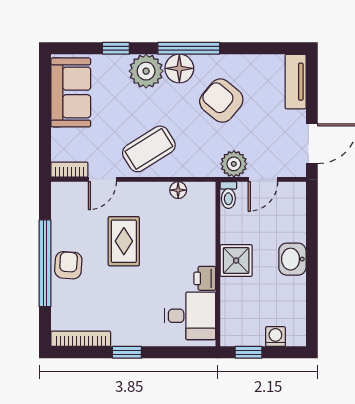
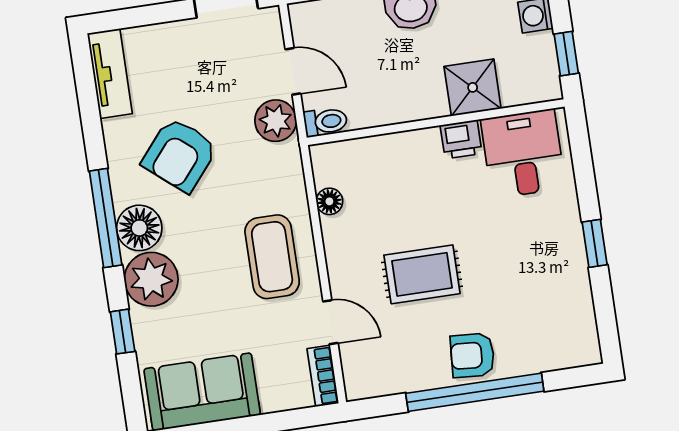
tv unit: (296, 82) -> (110, 74), moved, turned -90
coffee table: (149, 149) -> (272, 257), turned 32
shower: (236, 261) -> (473, 87), moved
bookcase: (81, 339) -> (584, 319), removed

